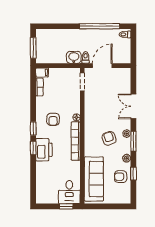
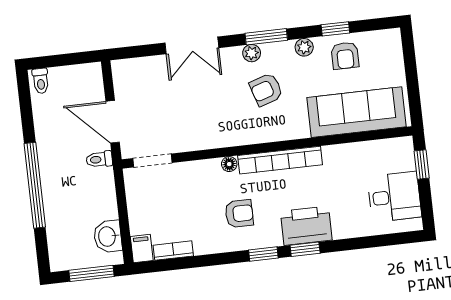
window: (99, 26) -> (35, 185), moved
washbasin: (74, 57) -> (108, 236), moved
desk: (69, 192) -> (394, 197), moved

